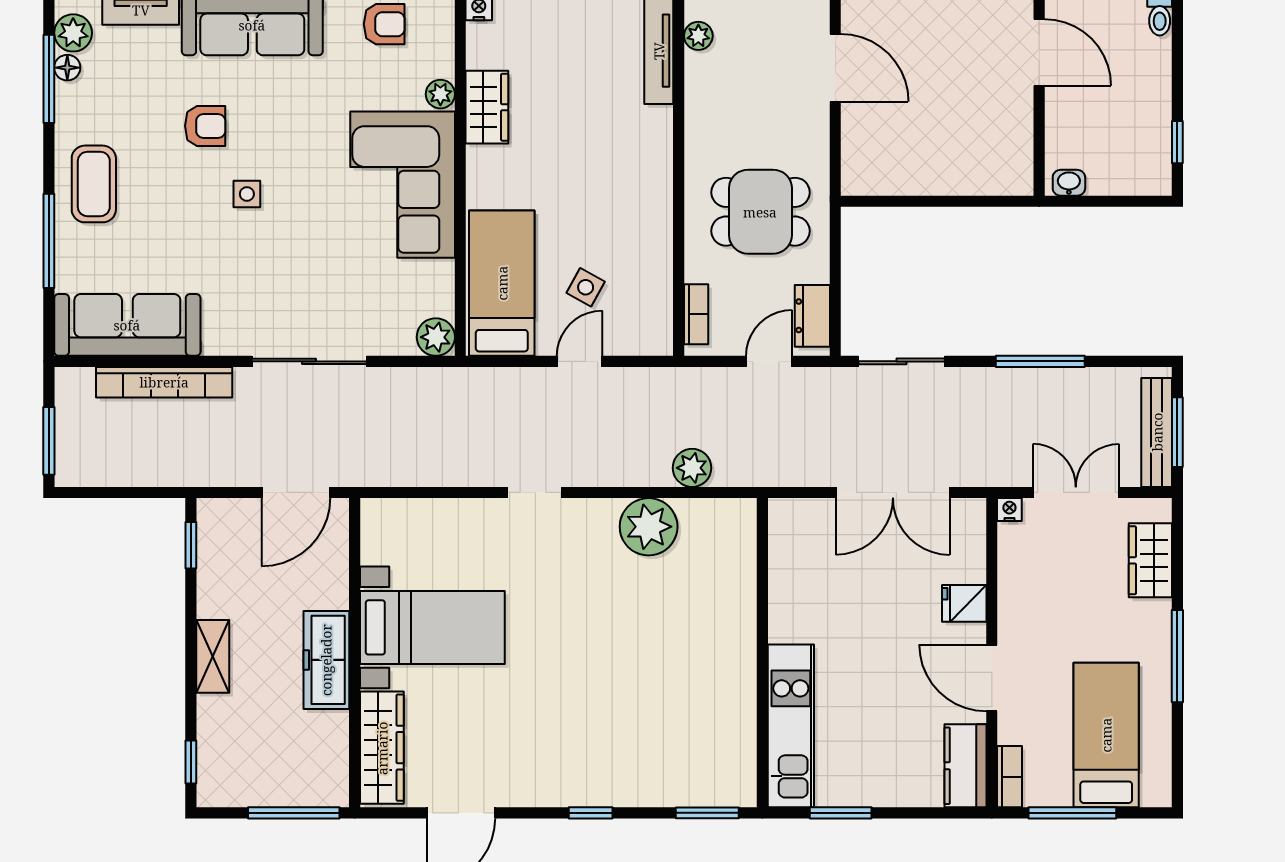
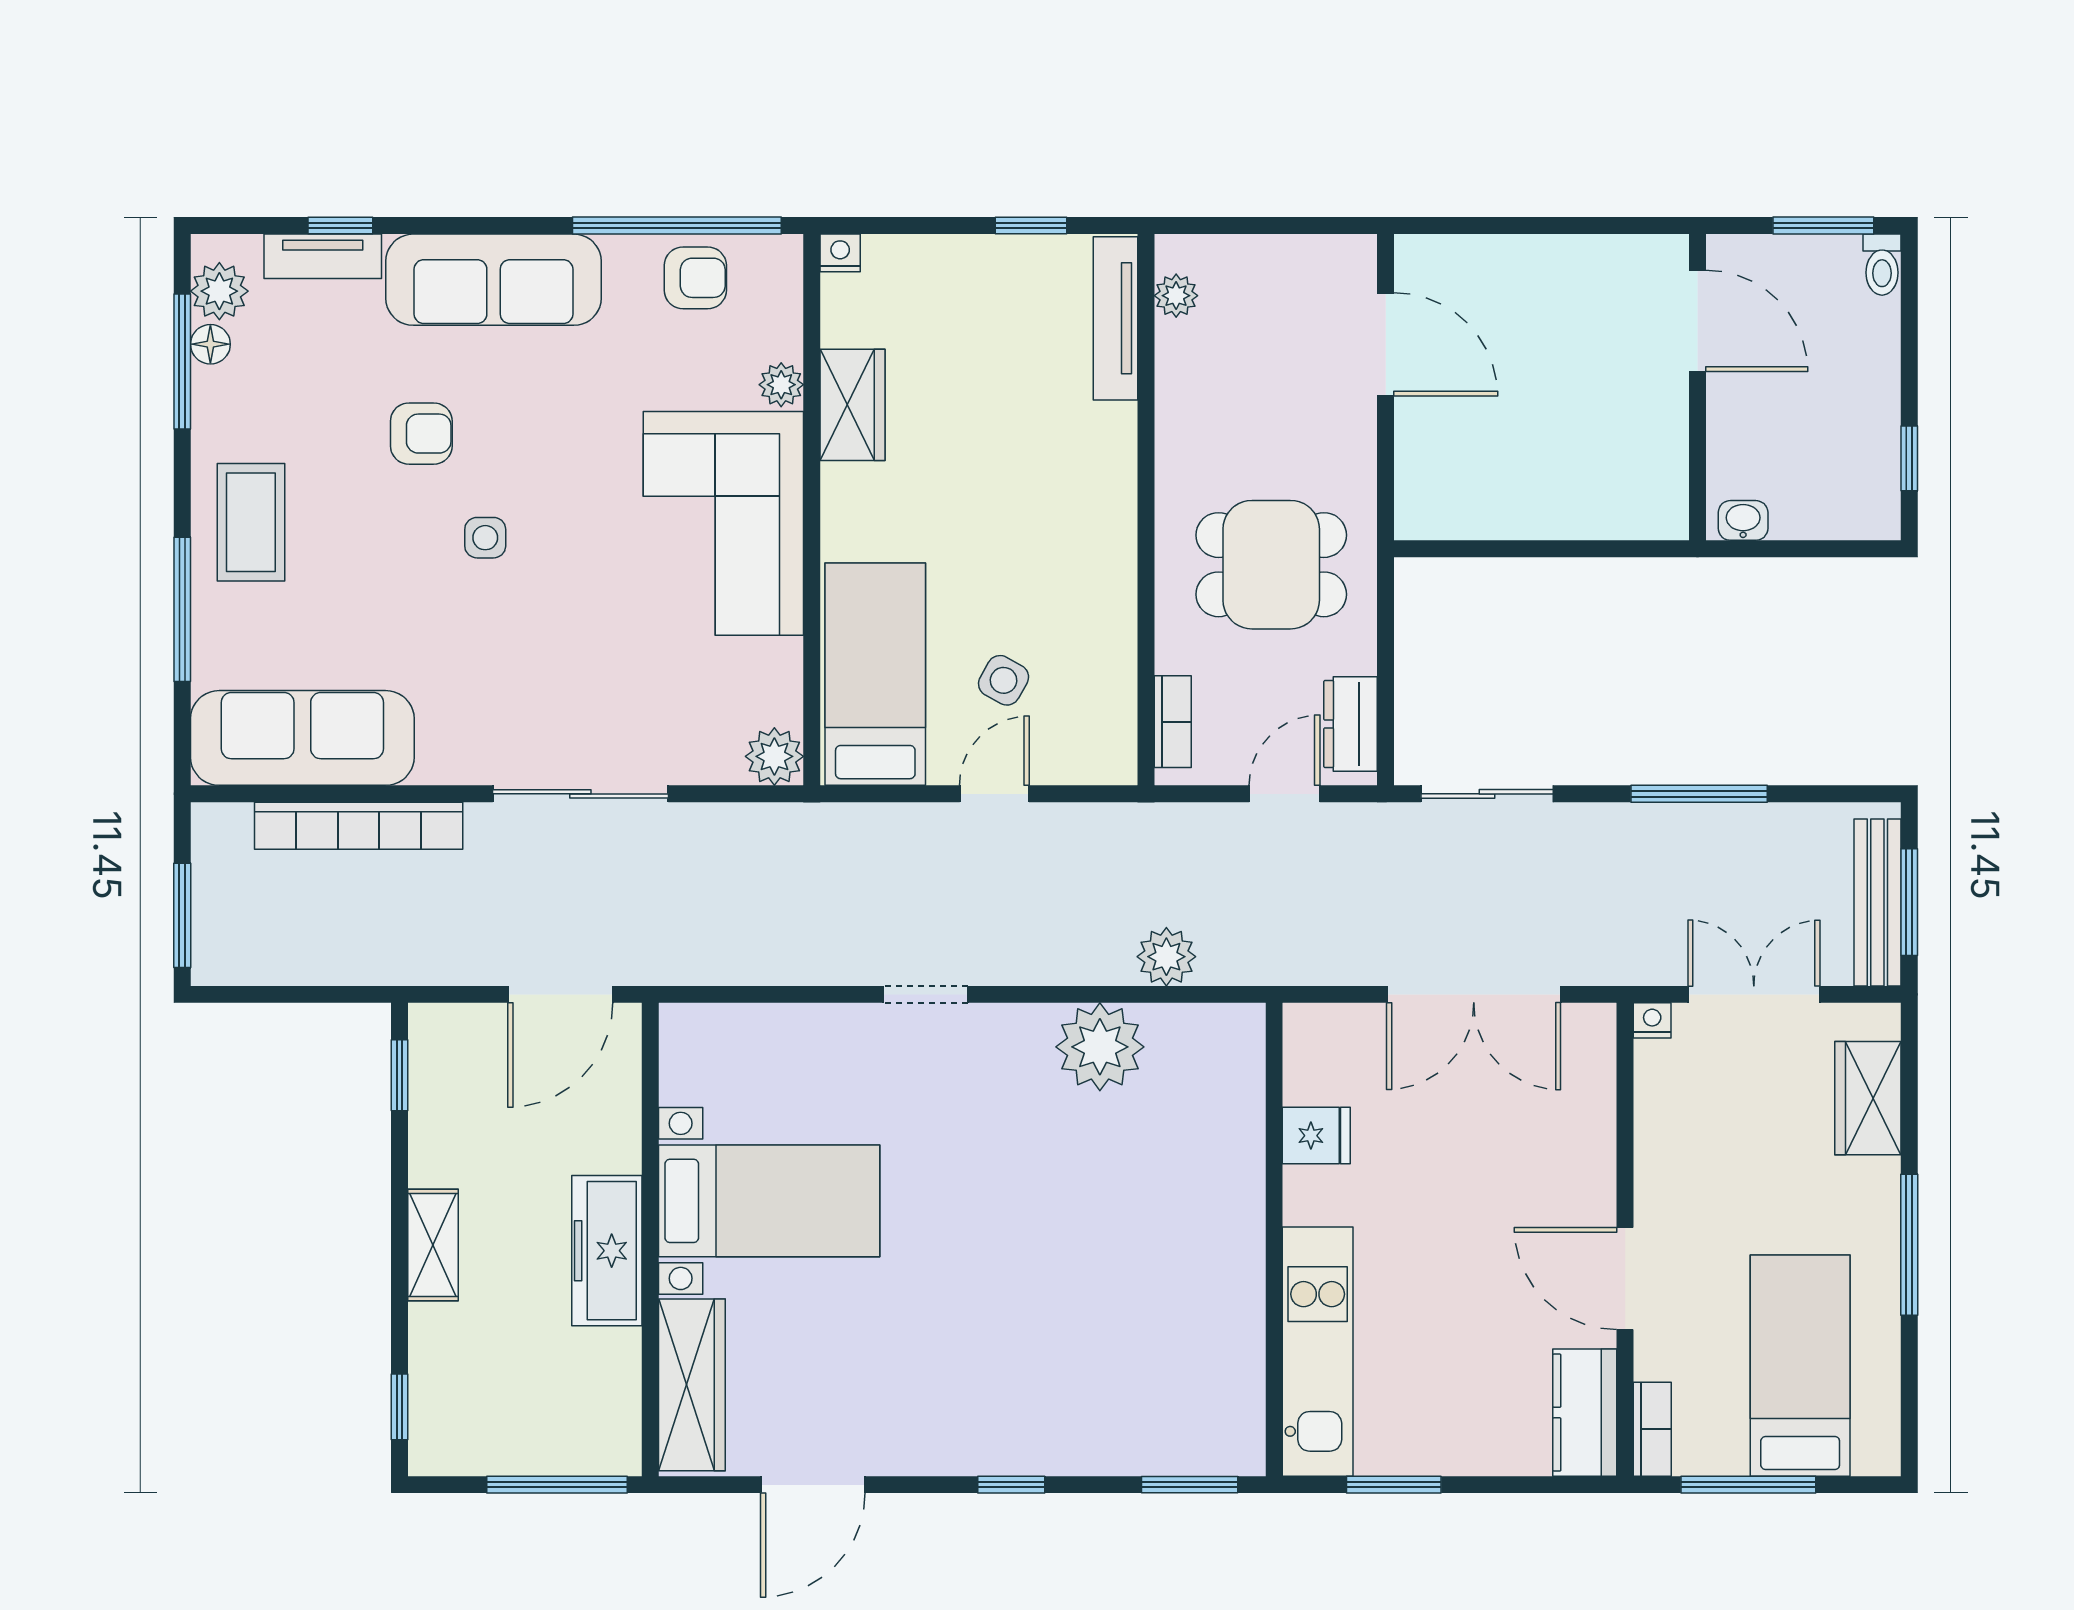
fridge: (964, 603) -> (1316, 1136), moved, turned 180

